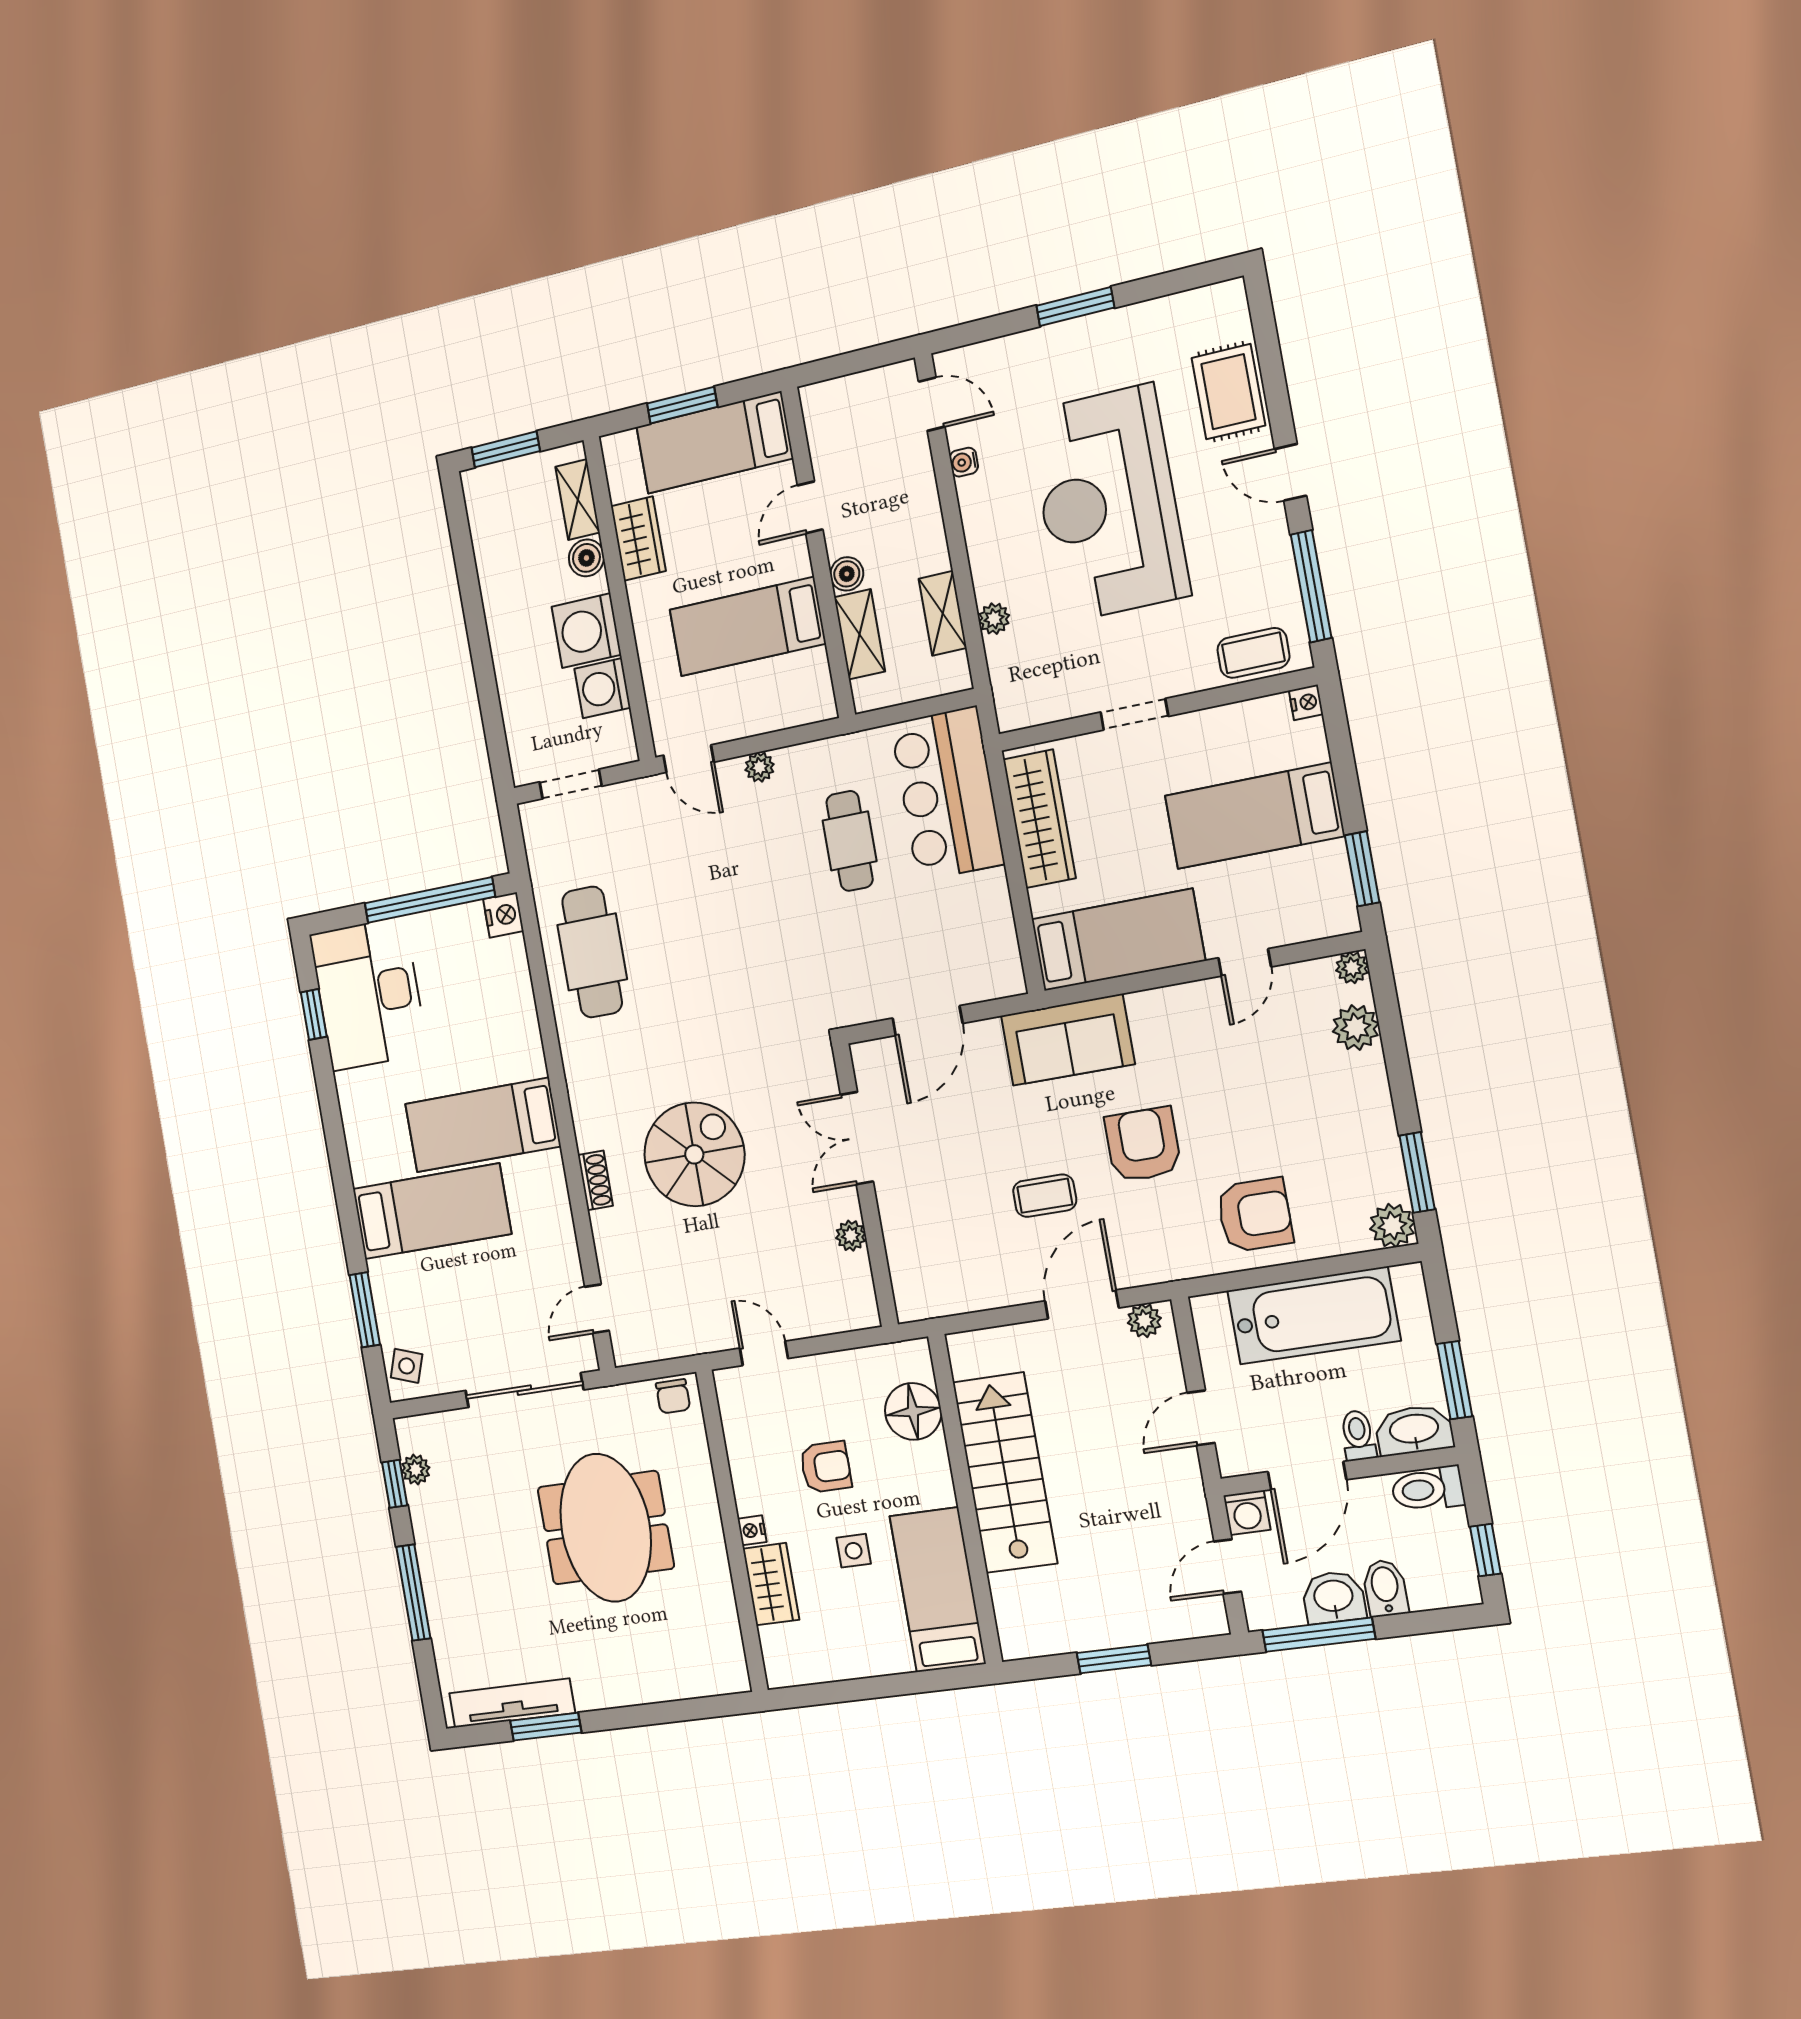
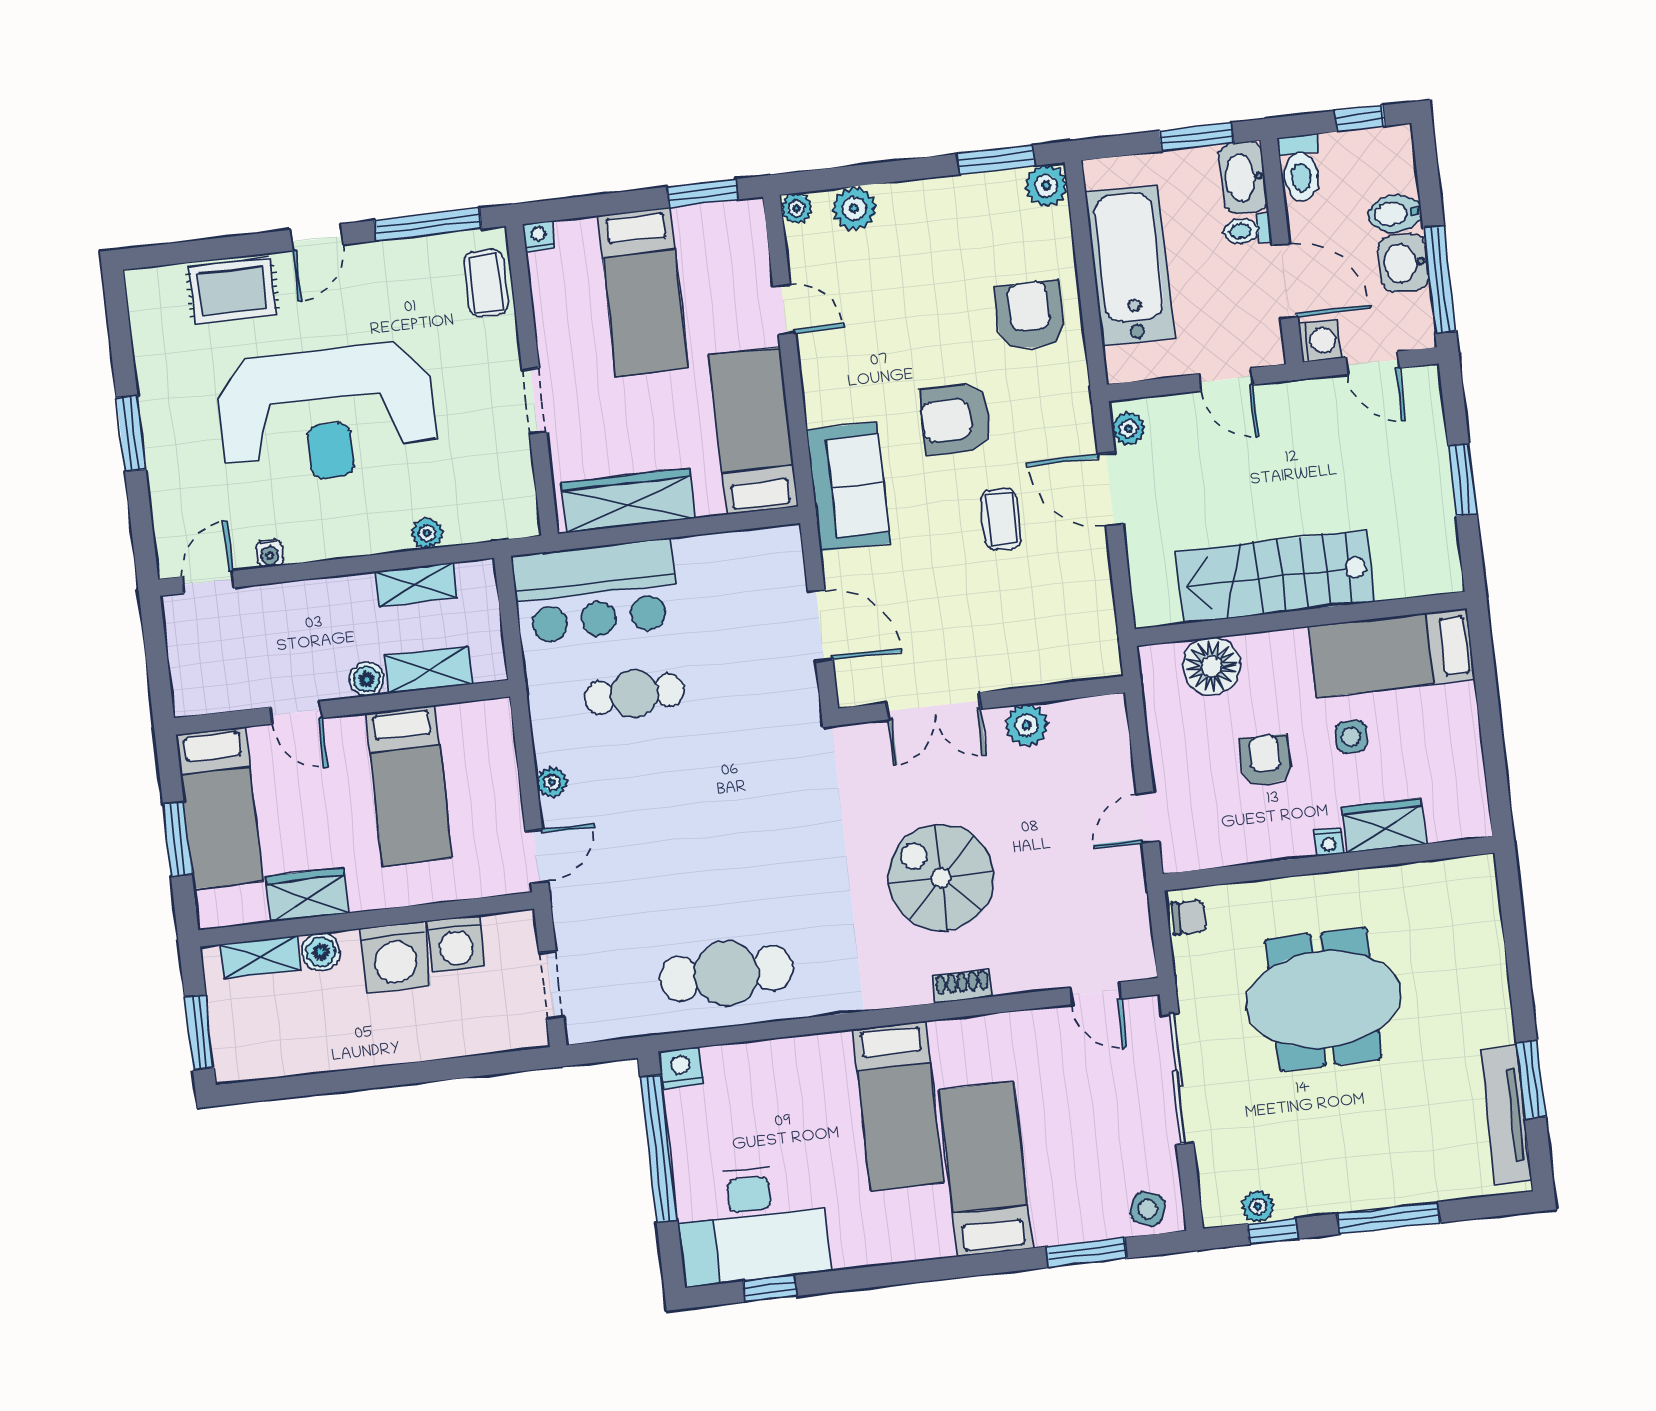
plant: (851, 1236) -> (1027, 725), width x1.38, depth x1.38

